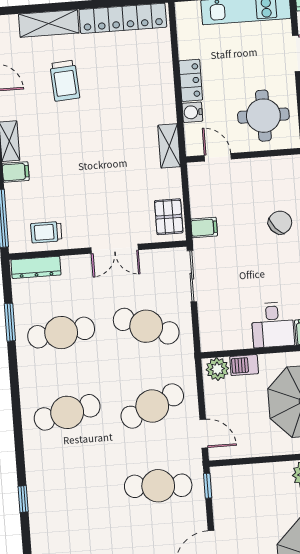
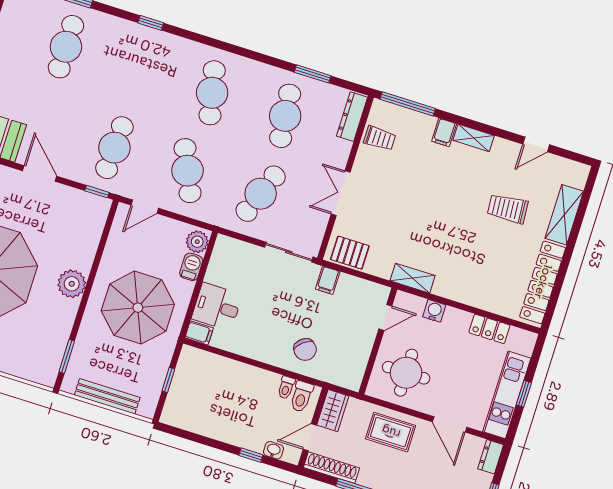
locker: (191, 80) -> (489, 329), moved
trolley: (46, 232) -> (380, 138), turned 90

